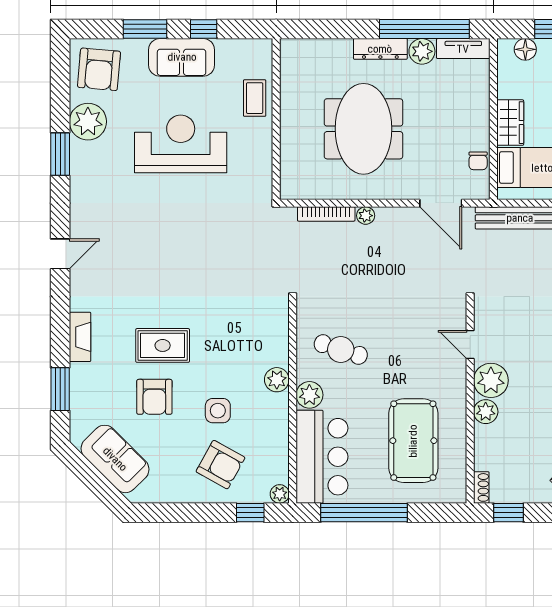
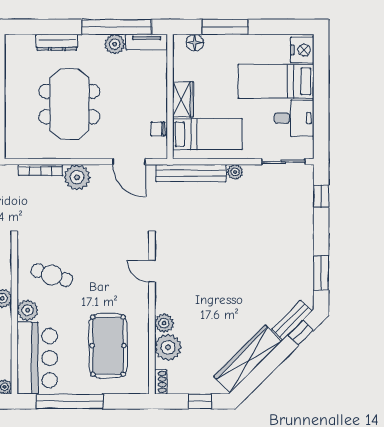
dresser: (380, 49) -> (57, 42), moved
chair: (478, 161) -> (158, 129), turned 90
plant: (366, 216) -> (77, 177), width x1.87, depth x1.87
plant: (491, 380) -> (168, 347), moved
window: (508, 513) -> (200, 401), moved

